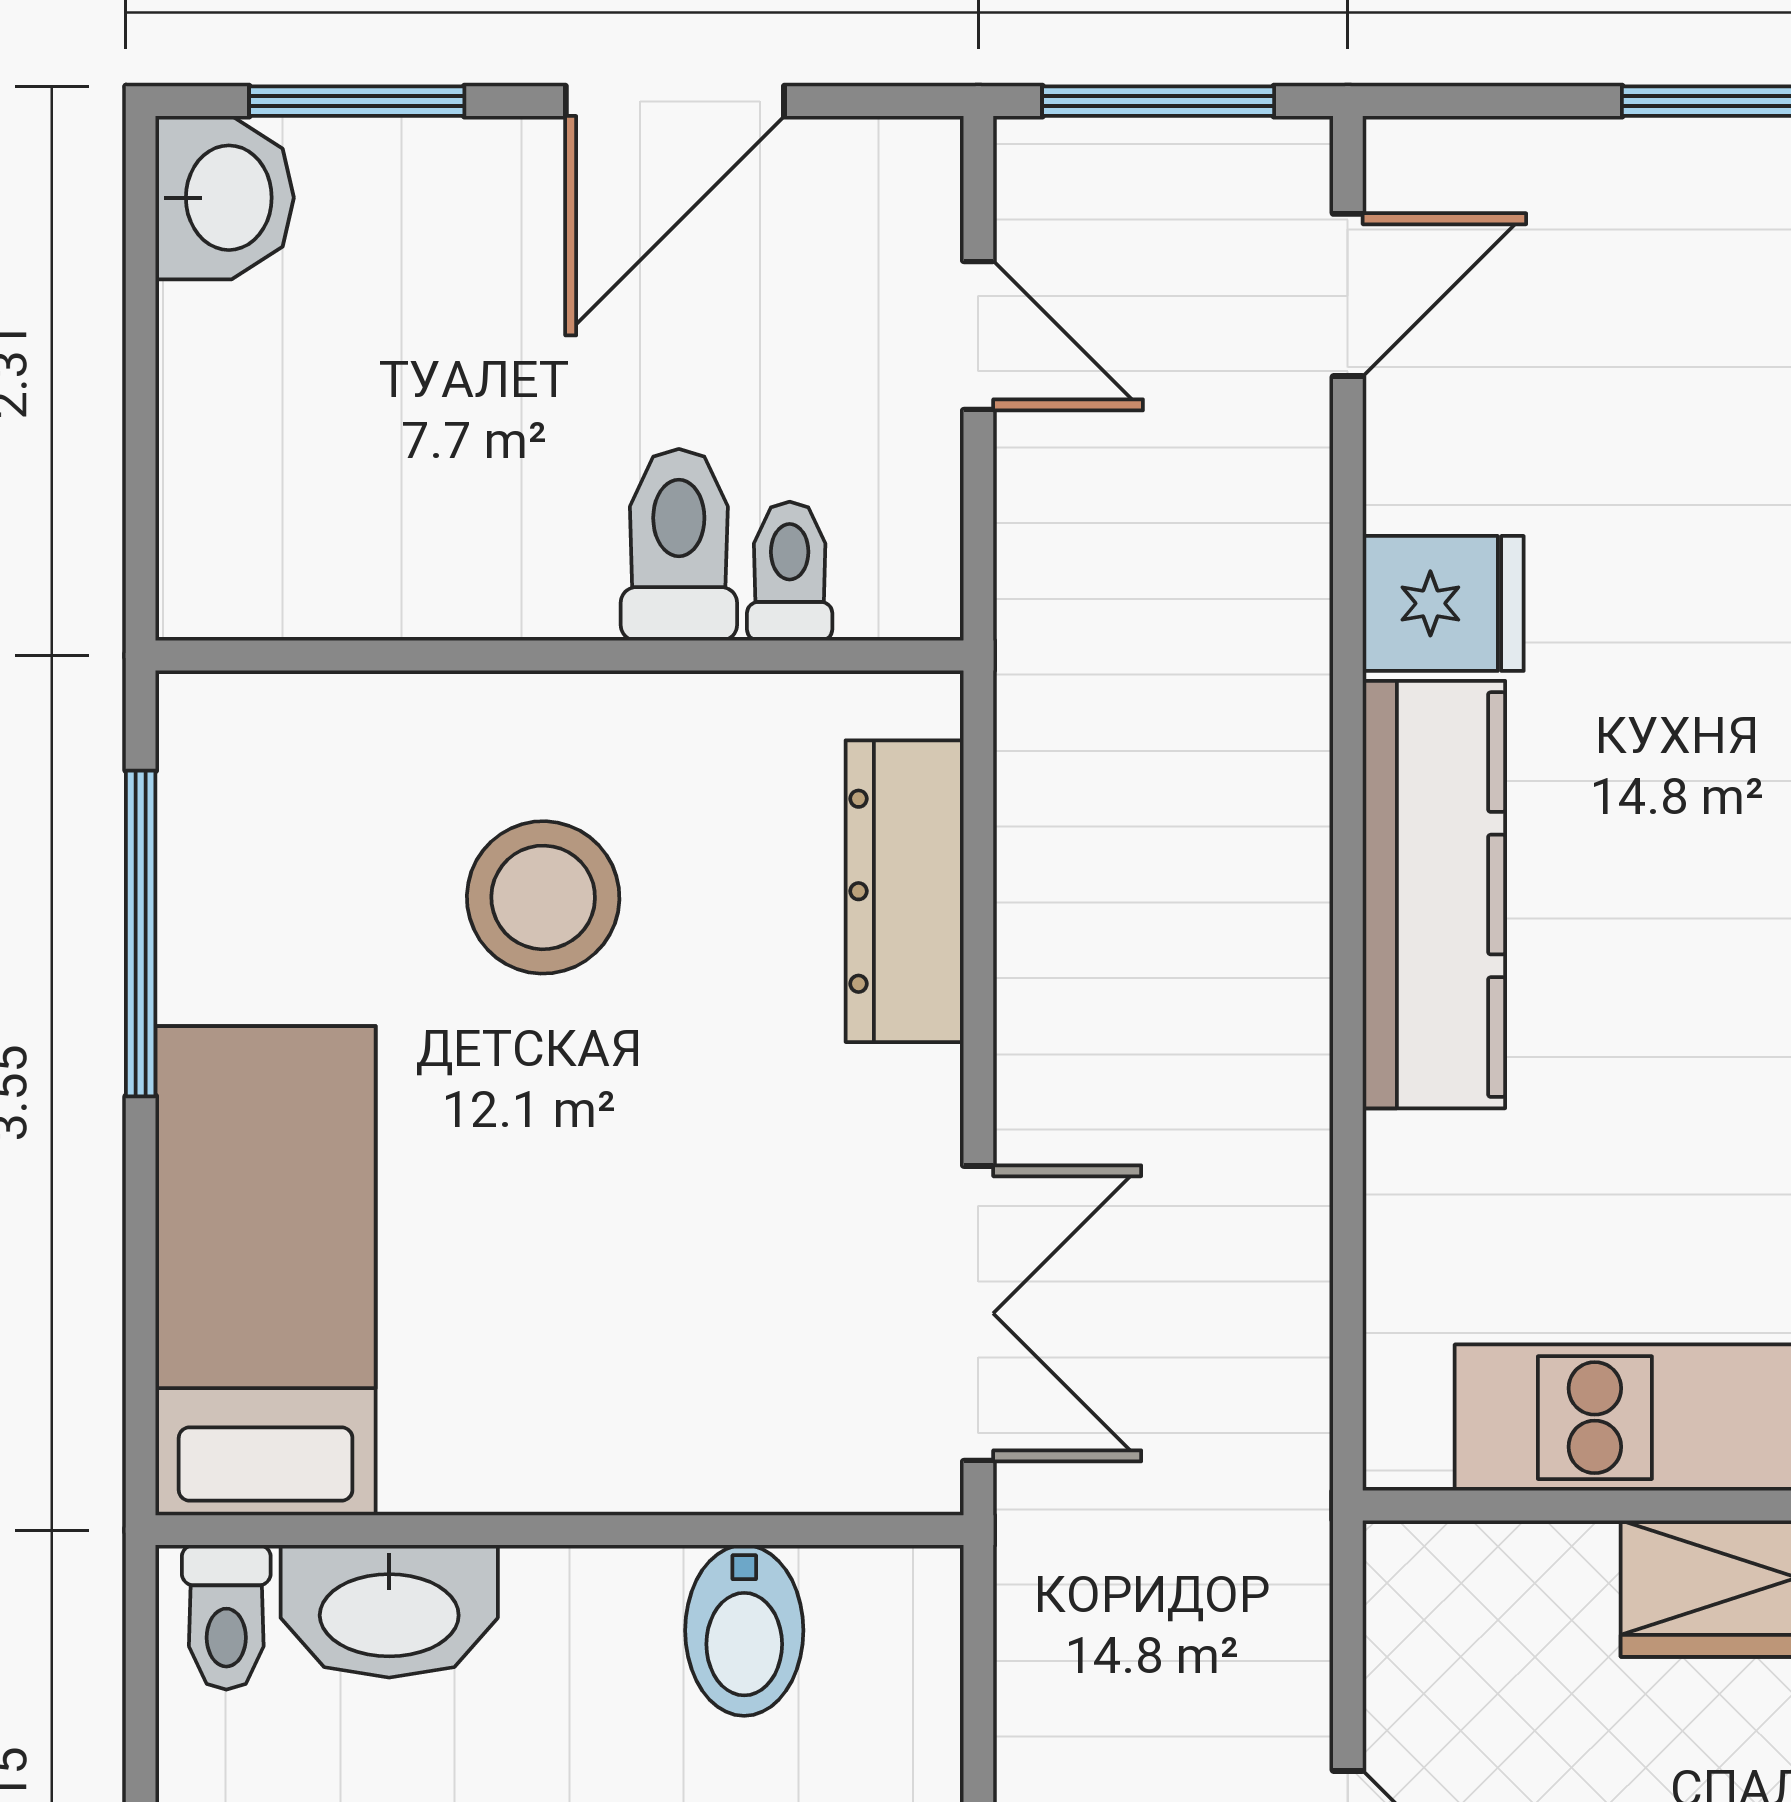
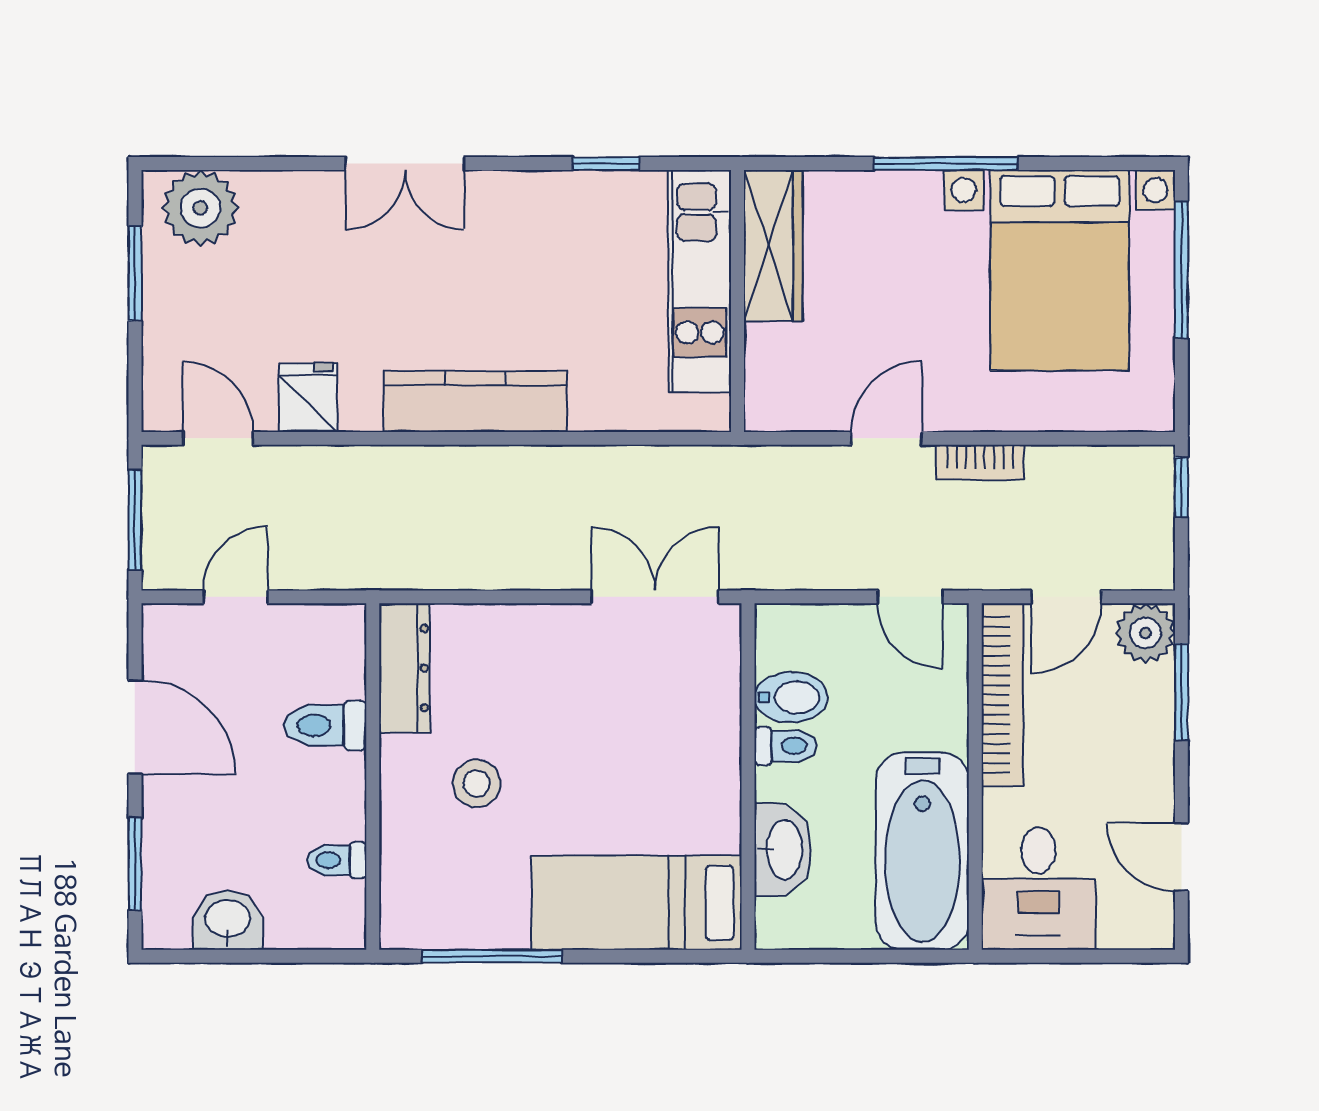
washbasin: (225, 198) -> (228, 920), moved
toilet: (790, 571) -> (337, 860), moved
fridge: (1443, 603) -> (308, 397), moved
dresser: (905, 891) -> (404, 668), moved, turned -90
stool: (543, 897) -> (477, 784), width x0.73, depth x0.73
toilet: (226, 1617) -> (785, 746), moved

